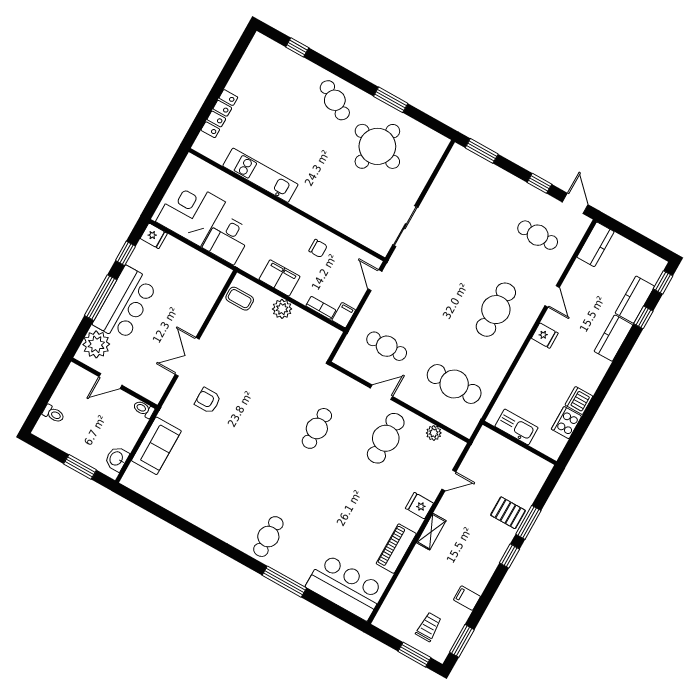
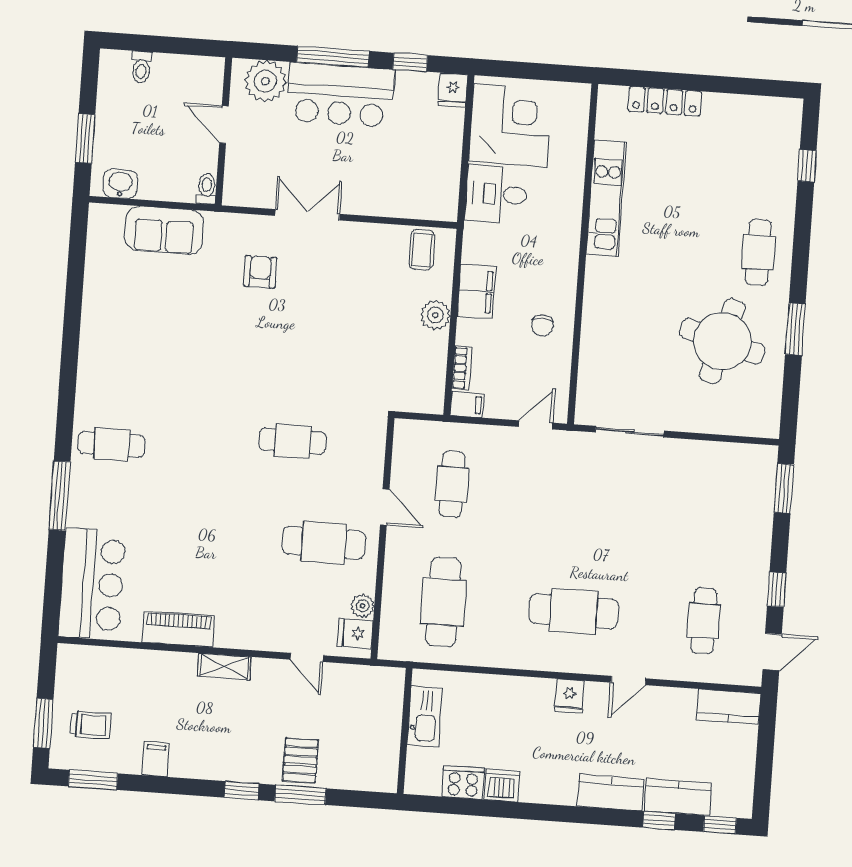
cafe table: (335, 100) -> (758, 252), turned -31
fridge: (419, 506) -> (355, 633), moved, turned -90

